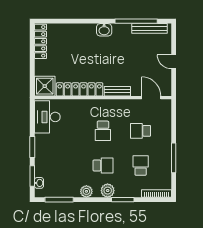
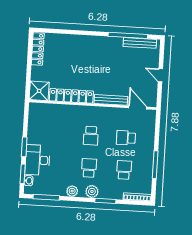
washbasin: (104, 30) -> (98, 42), removed
bench: (117, 91) -> (111, 100), width x1.36
desk: (47, 117) -> (37, 160), moved
school desk: (103, 165) -> (89, 168), turned -90

